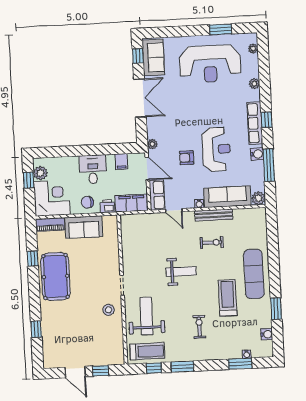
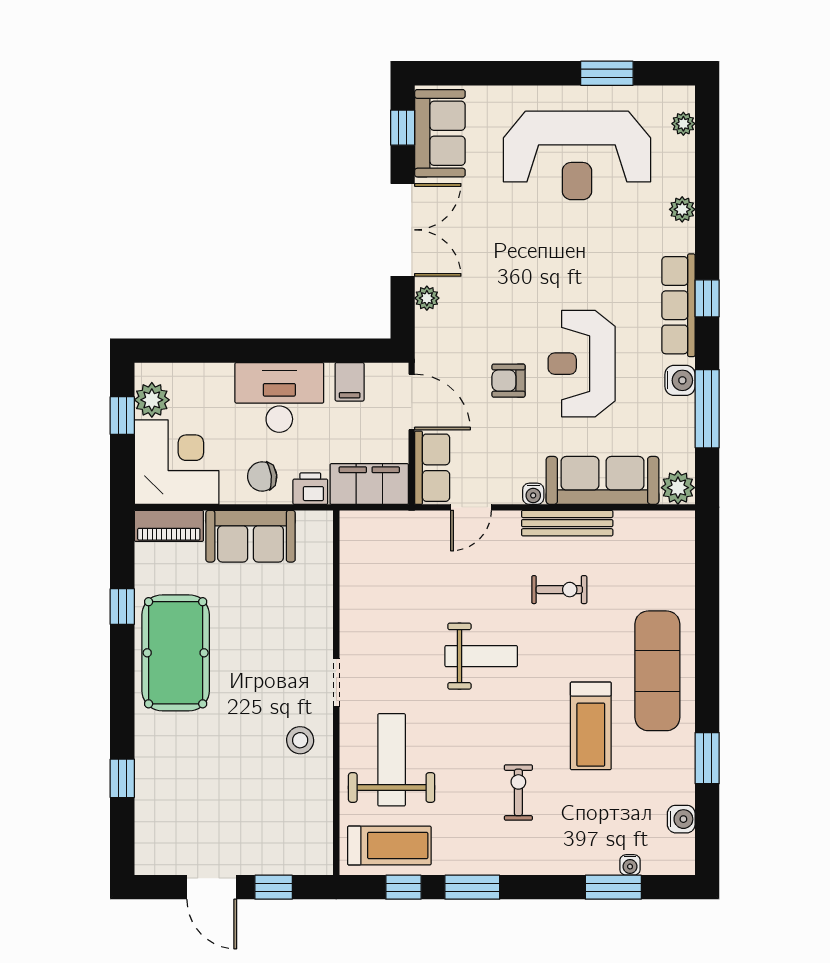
plant: (152, 144) -> (427, 298), moved
reception desk: (216, 149) -> (582, 364), turned 180
desk: (93, 169) -> (279, 397), width x1.37
door: (174, 211) -> (471, 507), hinge flipped
treadmill: (228, 298) -> (591, 726), turned 180

